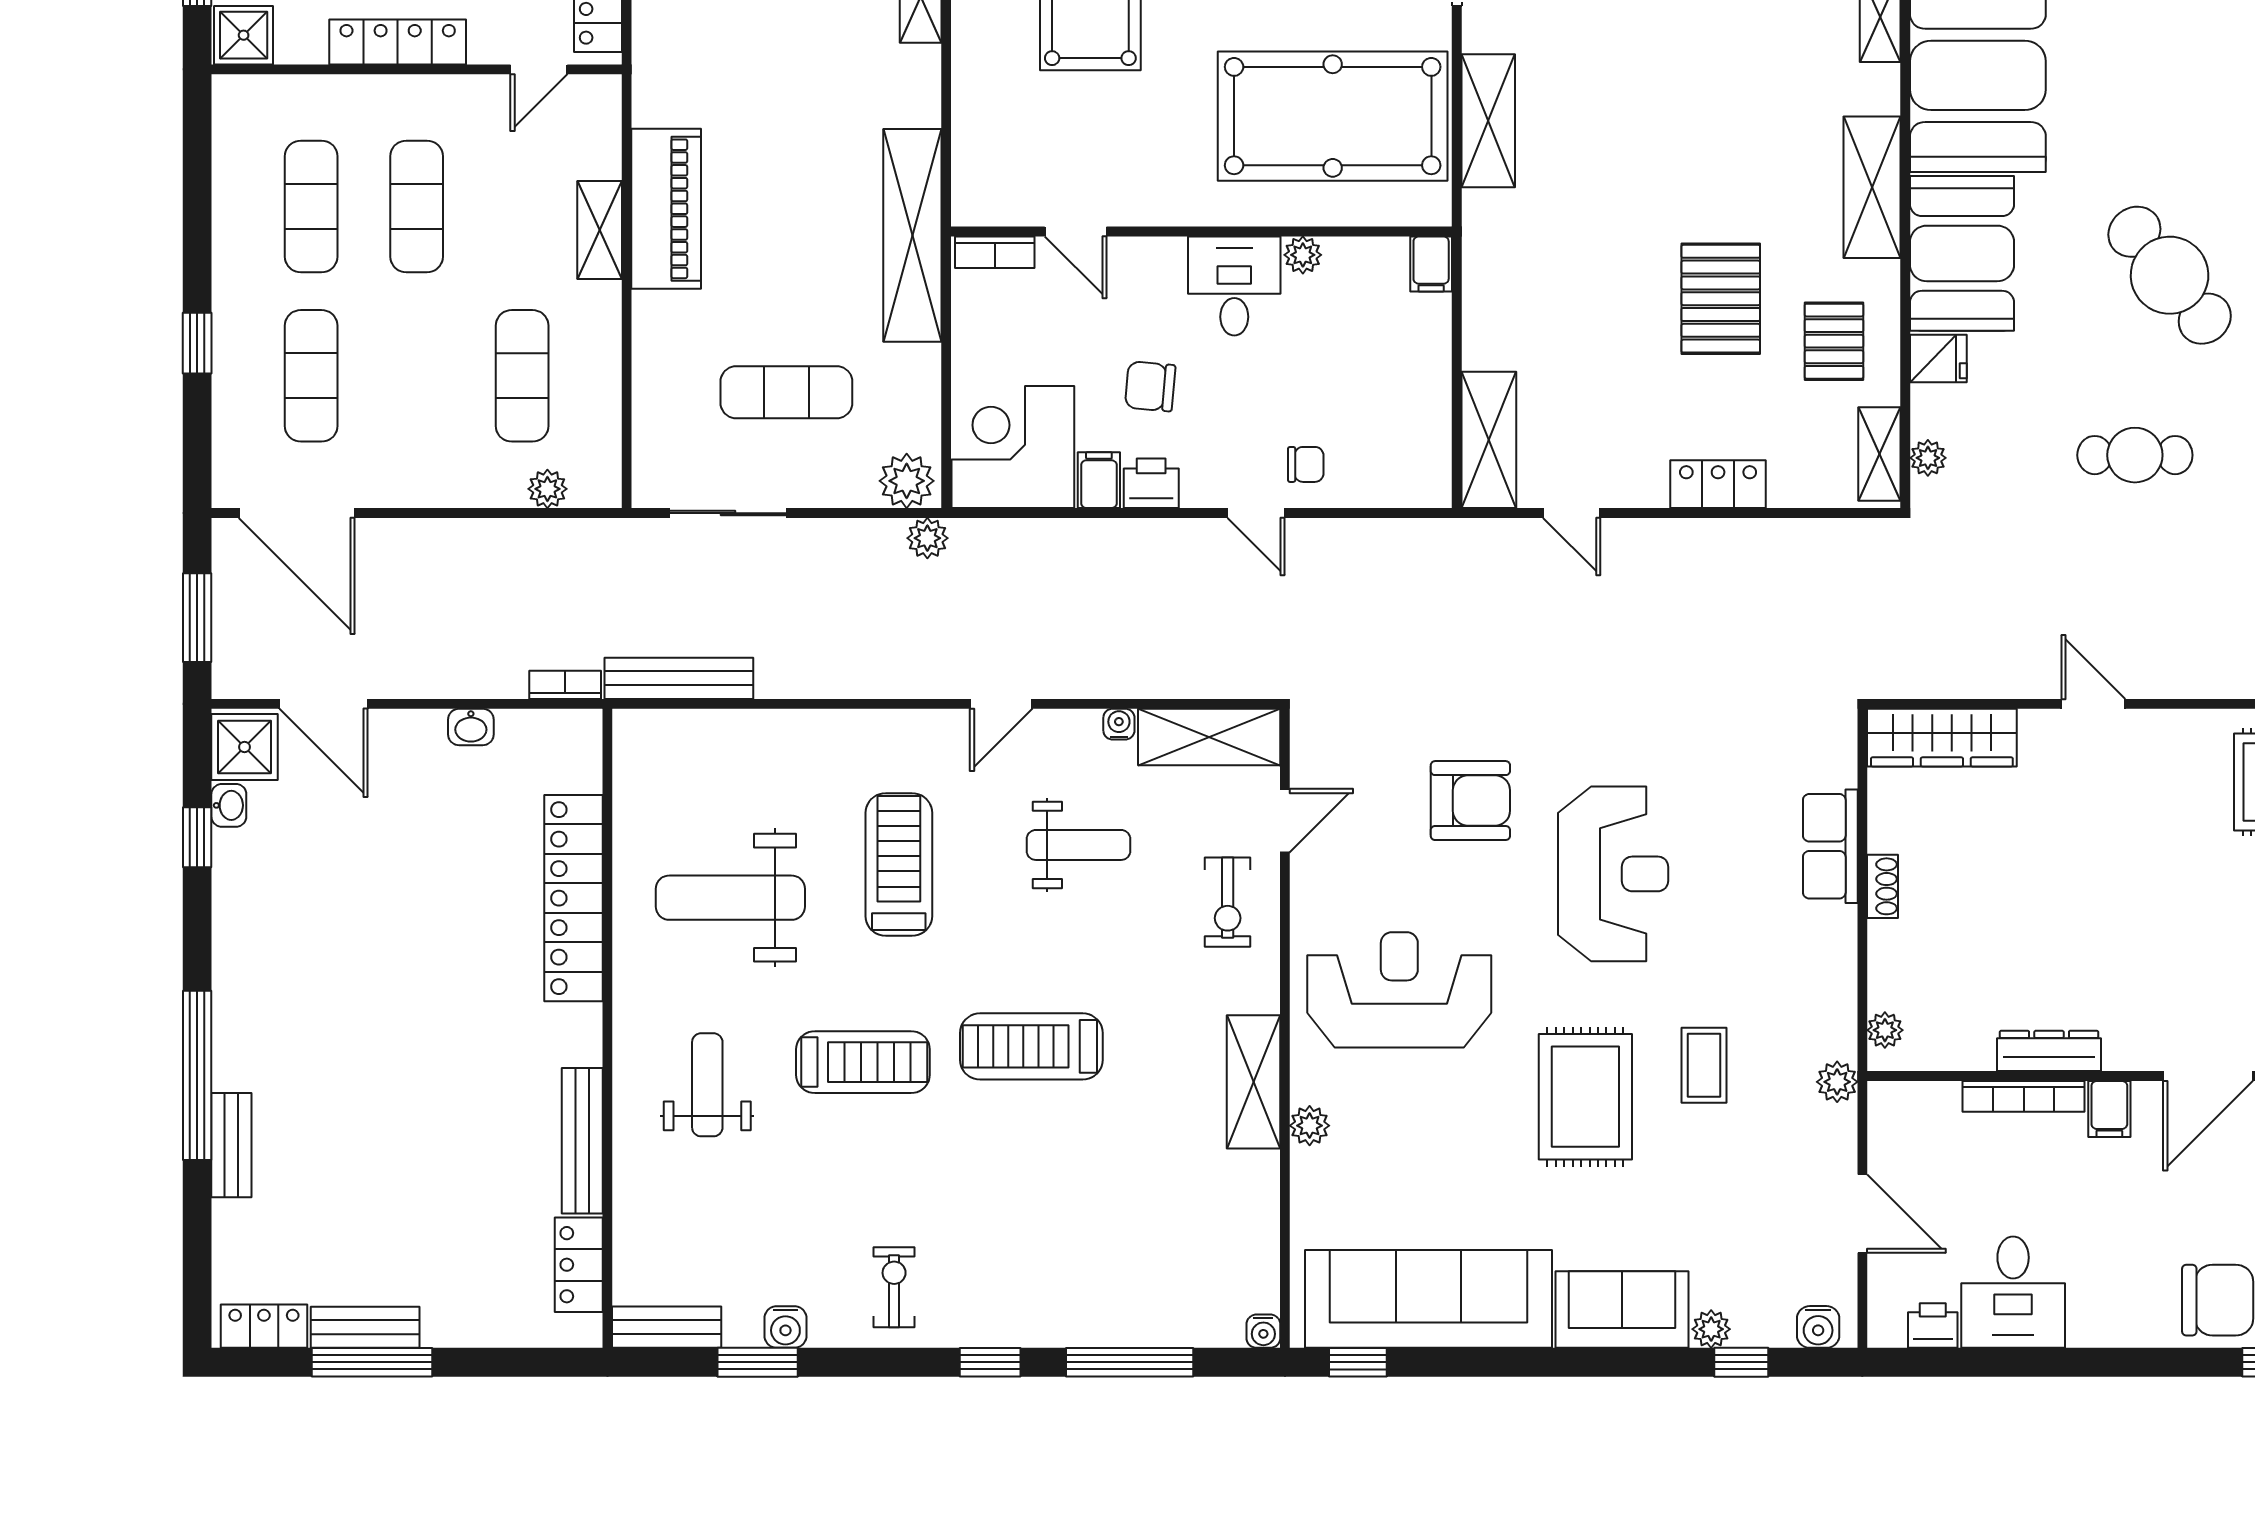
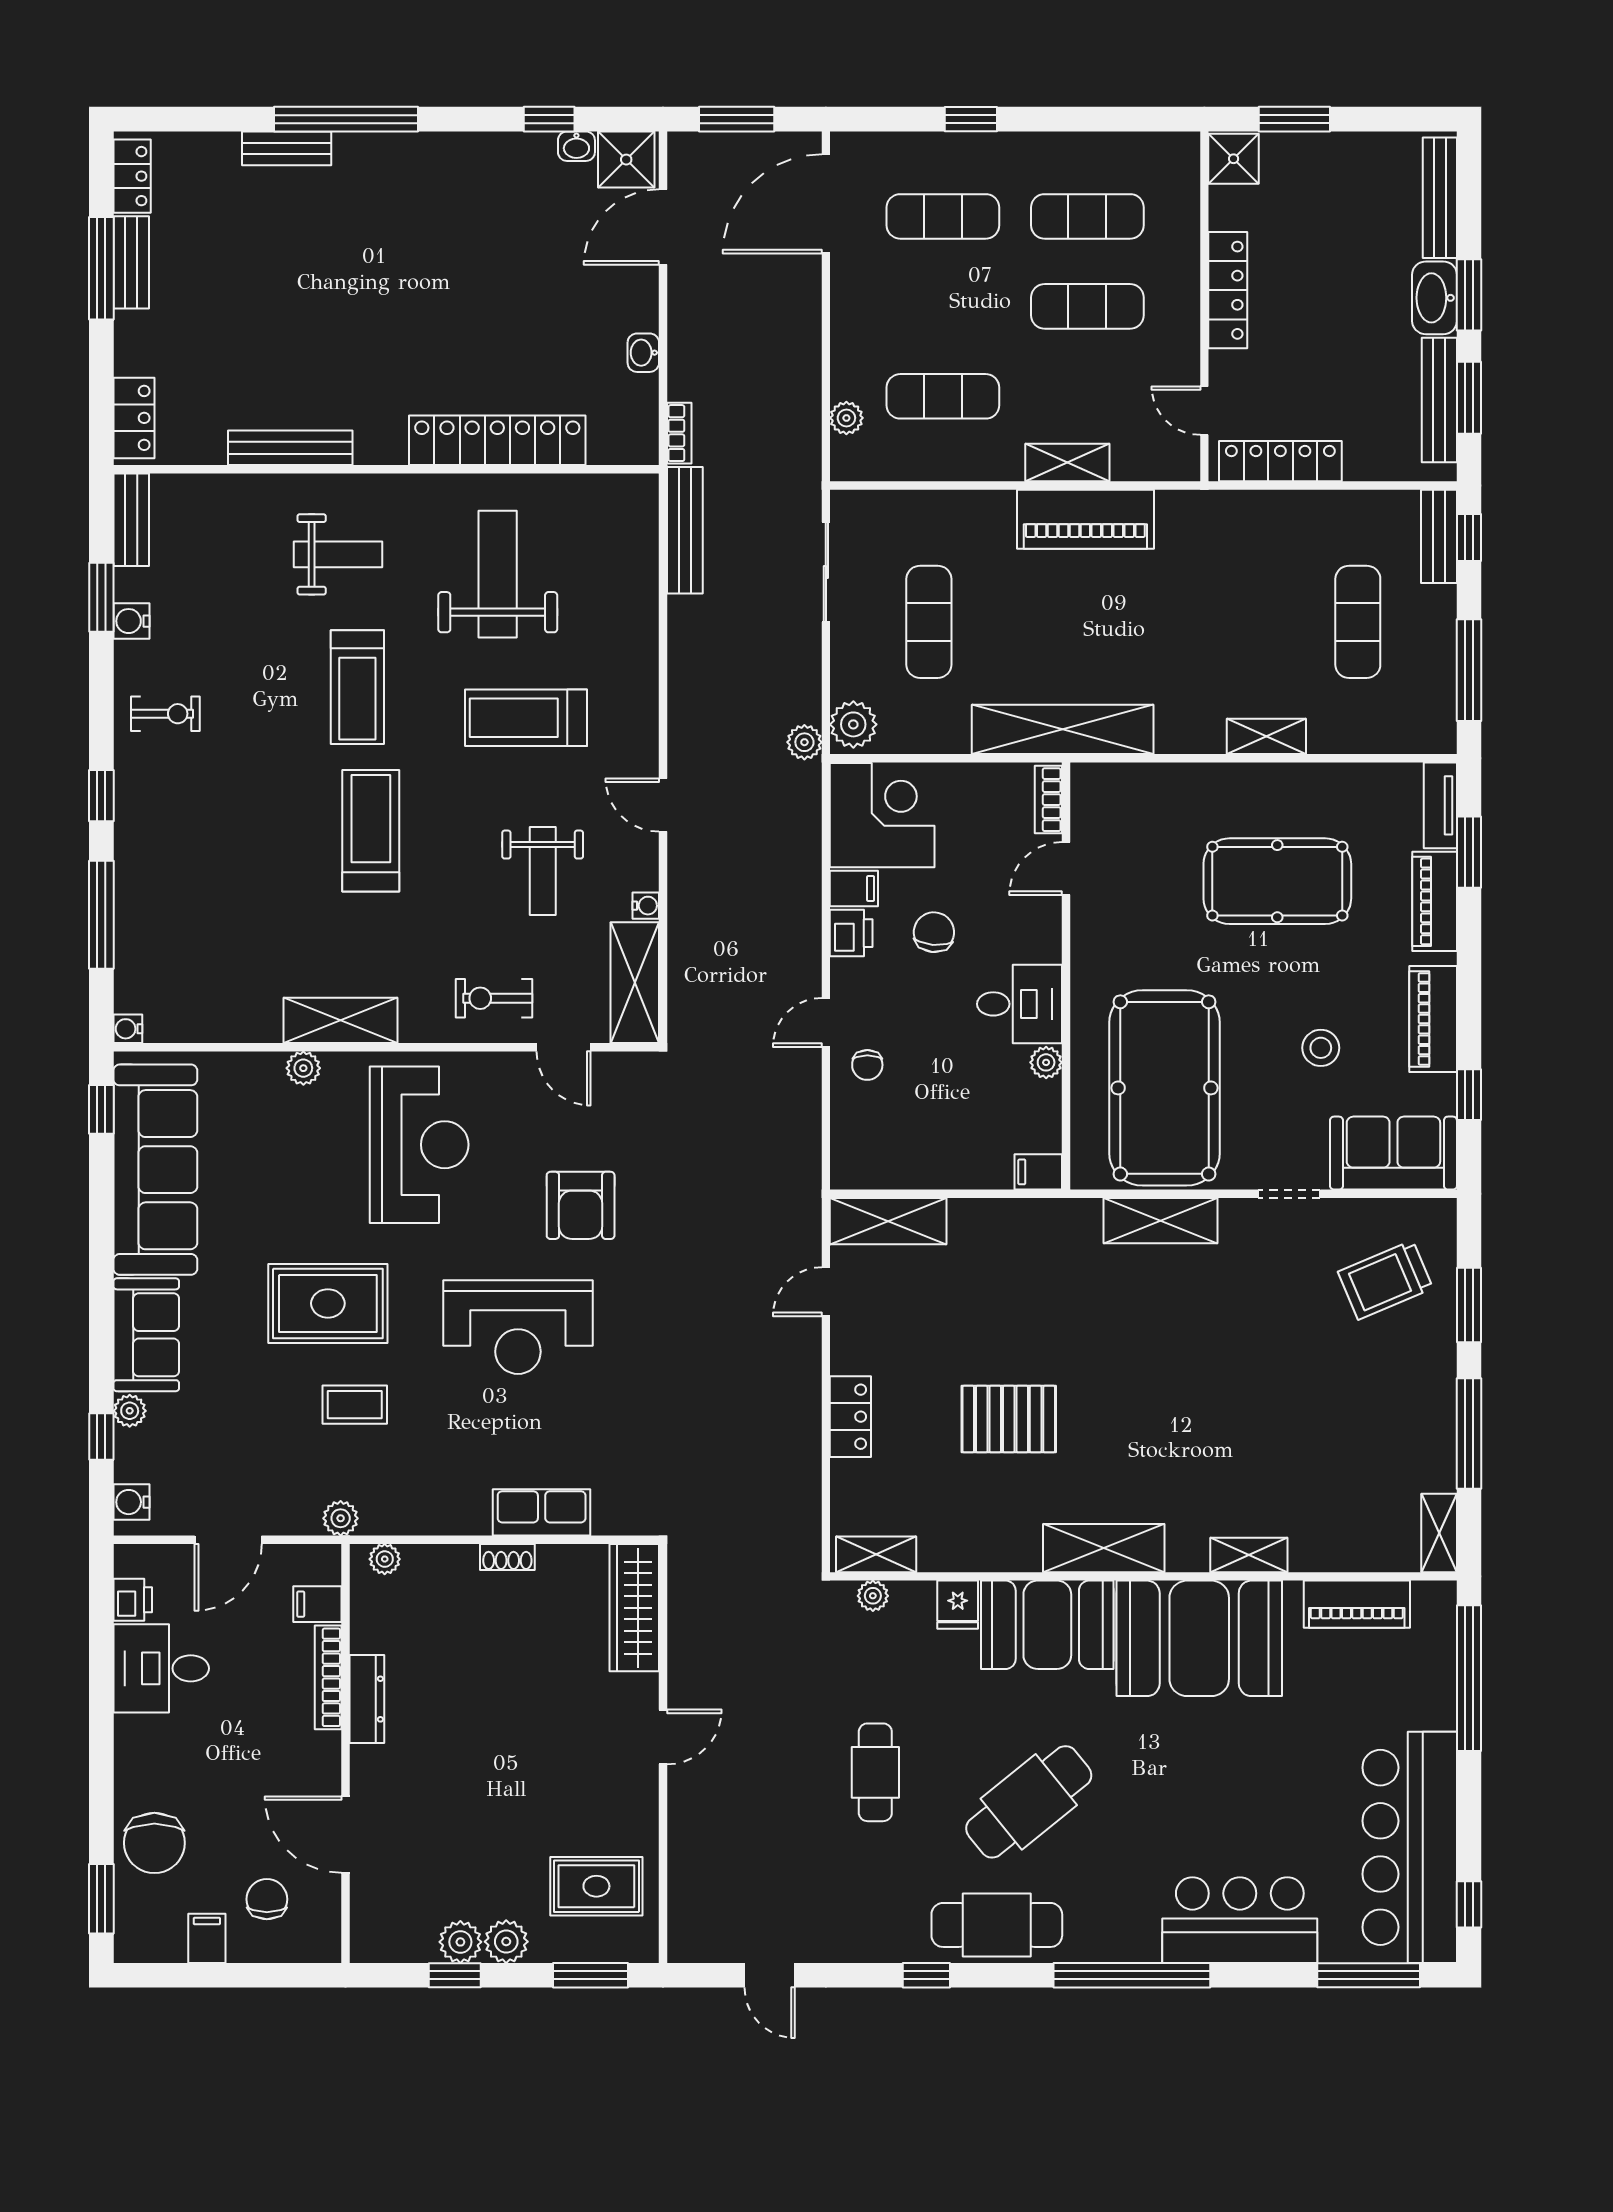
pallet: (1834, 341) -> (972, 1516), removed
treadmill: (899, 864) -> (526, 718), turned 180
filing cabinet: (2109, 1109) -> (317, 1604), moved
locker: (579, 1265) -> (134, 418), moved, turned 90

